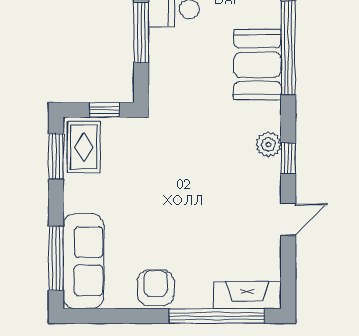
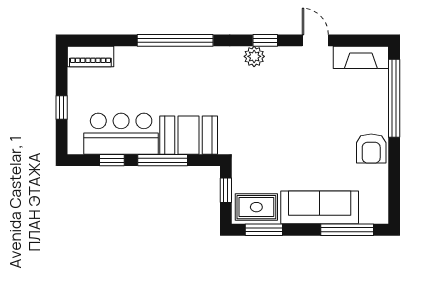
booth: (257, 65) -> (189, 135), moved
sofa: (83, 261) -> (320, 207), moved
armchair: (156, 288) -> (371, 148), turned -90
fireplace: (247, 295) -> (361, 57), moved, turned -90

